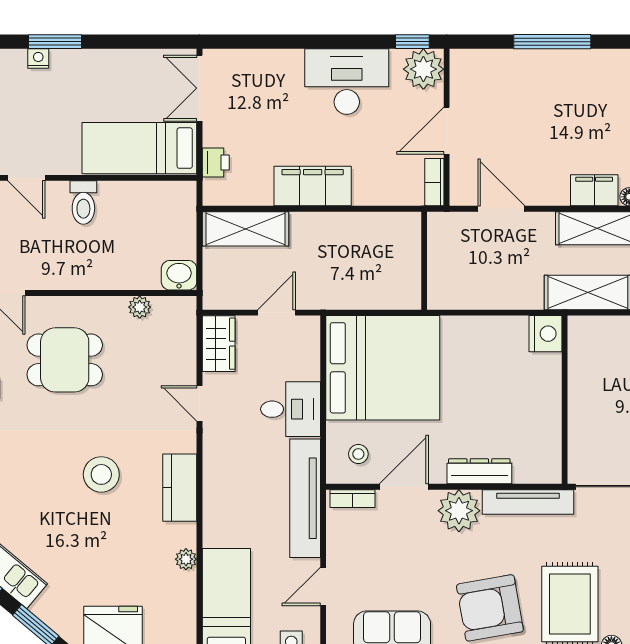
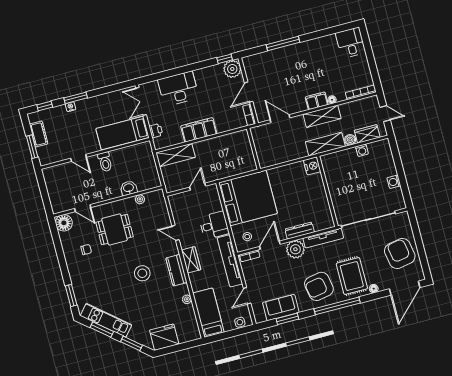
desk: (347, 82) -> (178, 89), moved
washbasin: (179, 275) -> (129, 188), moved
wardrobe: (219, 344) -> (191, 260), moved

